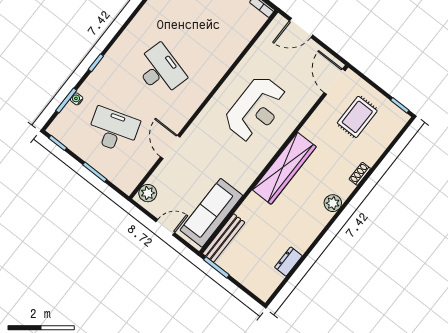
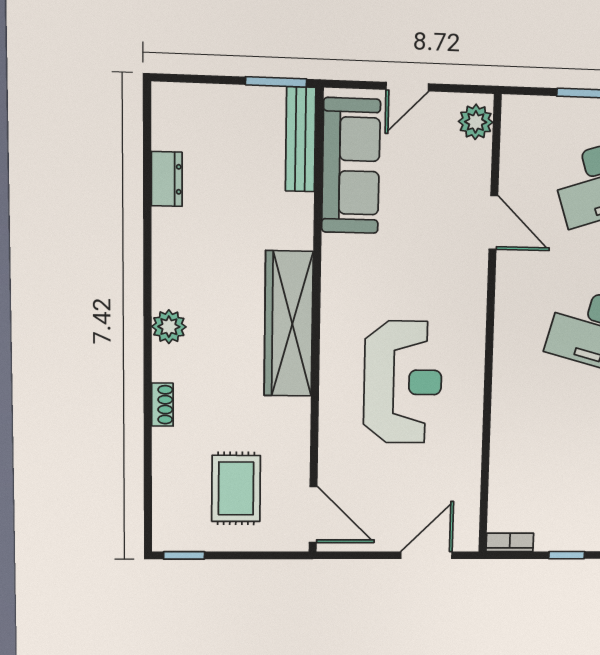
reception desk: (256, 109) -> (403, 382), turned 180

